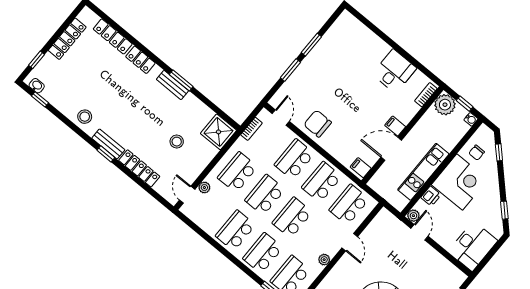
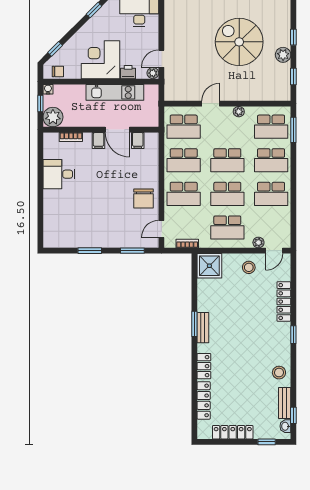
window: (290, 70) -> (132, 251), moved
bookcase: (426, 95) -> (71, 137), moved
stool: (177, 142) -> (249, 267), moved
bench: (108, 144) -> (285, 403), moved
chair: (477, 153) -> (58, 71), moved
filing cabinet: (361, 168) -> (138, 141), moved

